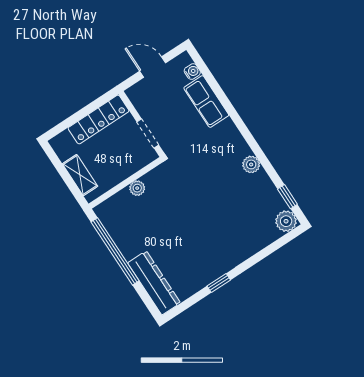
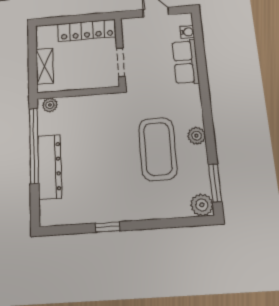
plant: (137, 188) -> (50, 105), moved
coffee table: (224, 194) -> (158, 149), added
window: (287, 197) -> (215, 183), width x1.50
dresser: (154, 283) -> (50, 167), moved

